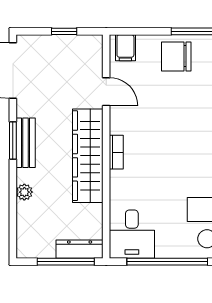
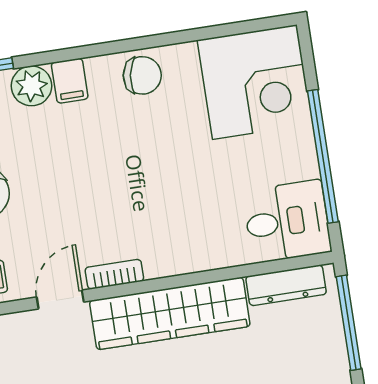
bookcase: (116, 152) -> (114, 274), moved
dresser: (80, 249) -> (286, 285), moved, turned -90

